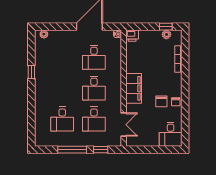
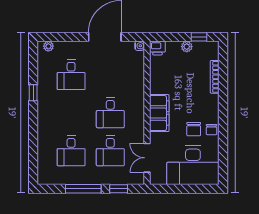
plant: (166, 34) -> (187, 47), moved
desk: (94, 57) -> (71, 75), moved
double door: (124, 125) -> (147, 158), swing flipped
desk: (171, 134) -> (193, 165), width x1.87, depth x1.30

